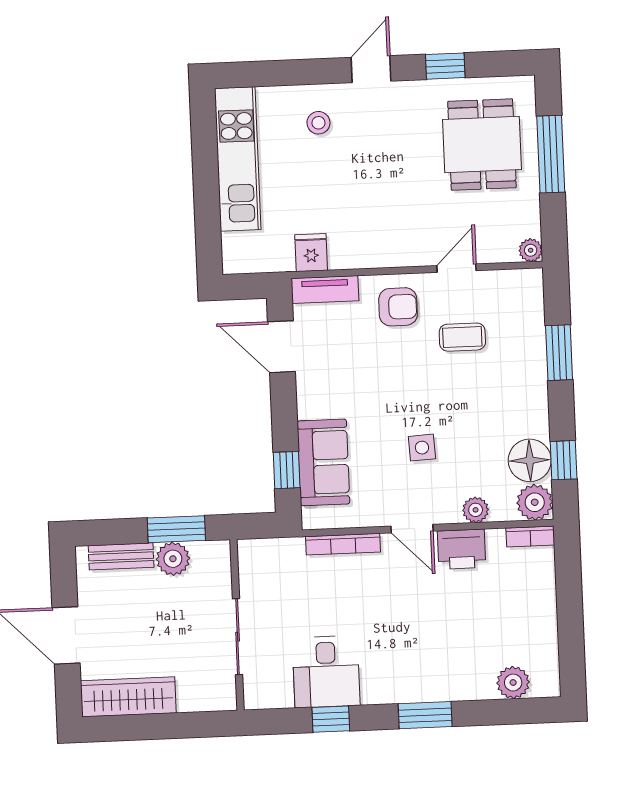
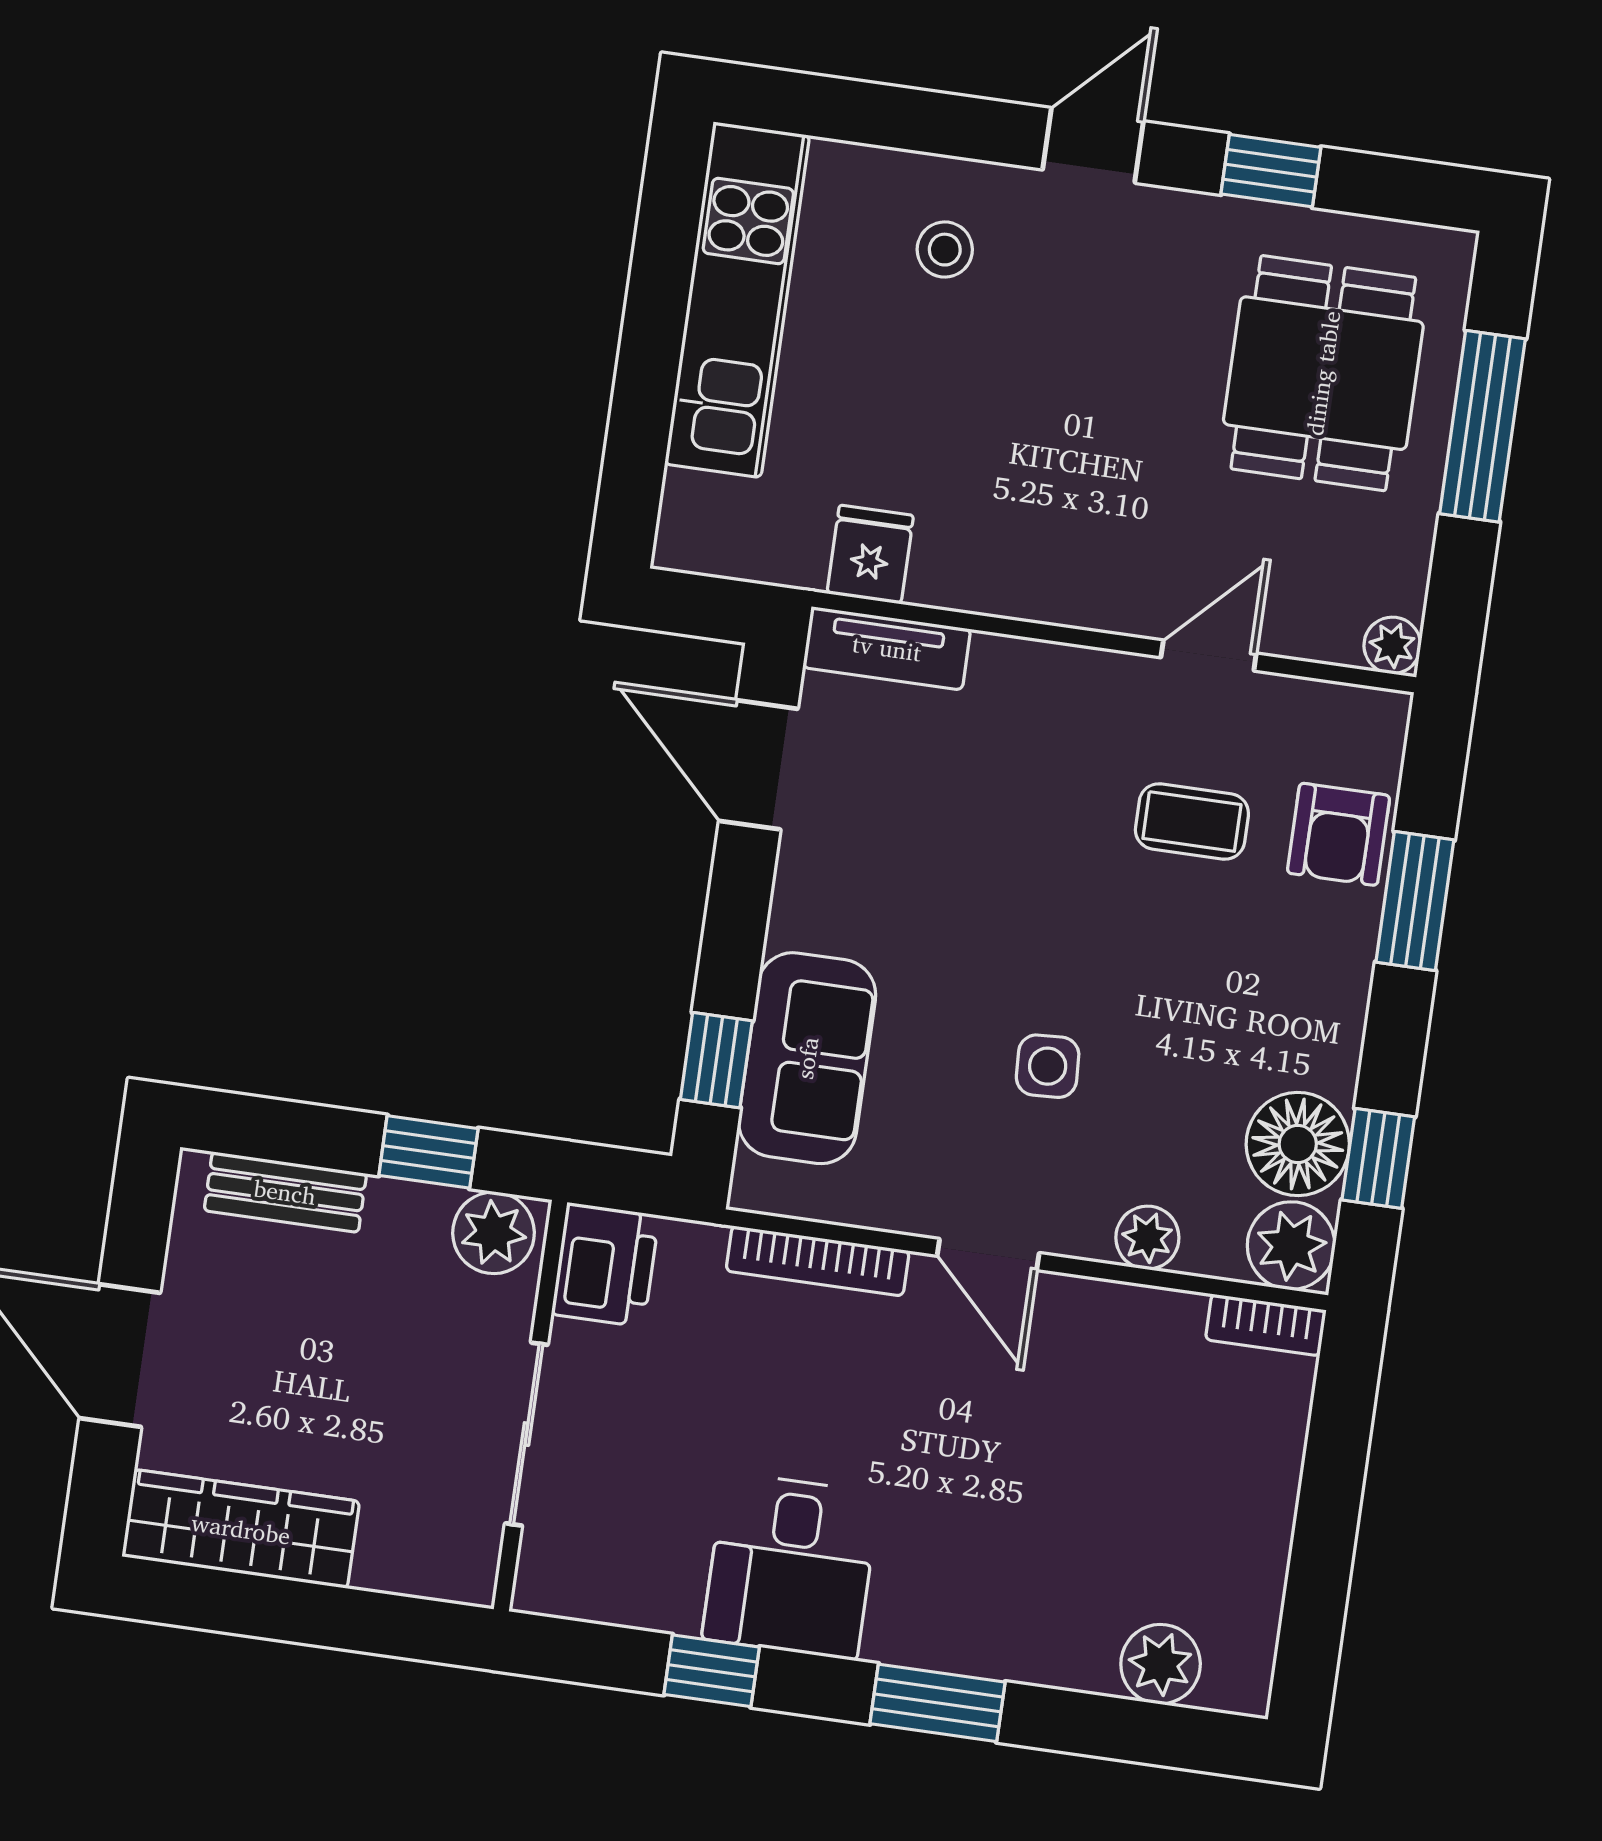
armchair: (398, 307) -> (1339, 834), moved, turned 90
window: (176, 529) -> (428, 1152), width x0.67
printer: (462, 549) -> (605, 1265), moved, turned -90
plant: (173, 559) -> (494, 1233), moved
desk: (326, 672) -> (791, 1566), moved

